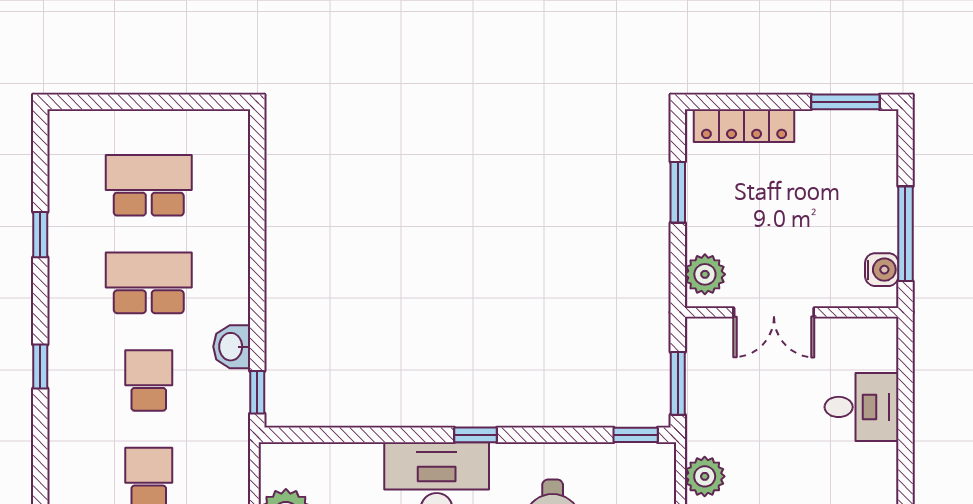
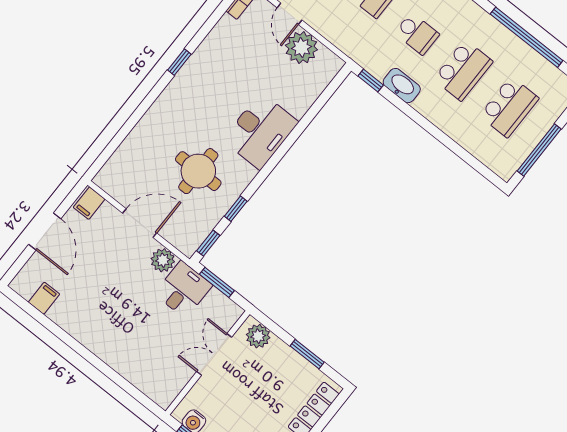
window: (173, 102) -> (539, 150), added
window: (40, 235) -> (527, 37), width x3.17
washbasin: (232, 347) -> (402, 86), width x1.38
desk: (861, 407) -> (183, 290), moved, turned 180
window: (475, 435) -> (236, 209), moved

